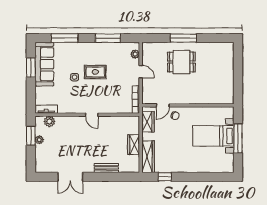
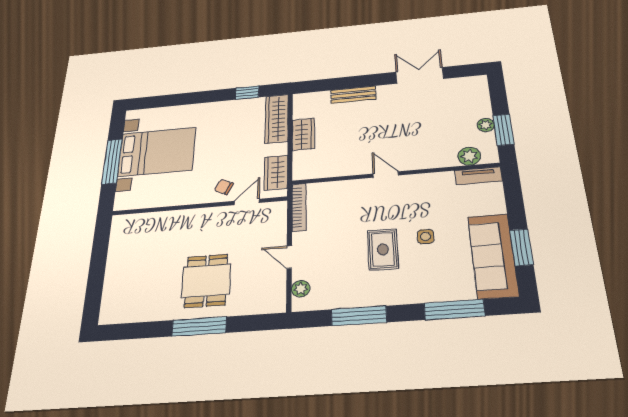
dining table: (181, 62) -> (206, 281), turned 90
rug: (95, 72) -> (383, 249), turned 90
bed with nightstands: (213, 136) -> (157, 152), width x1.36

